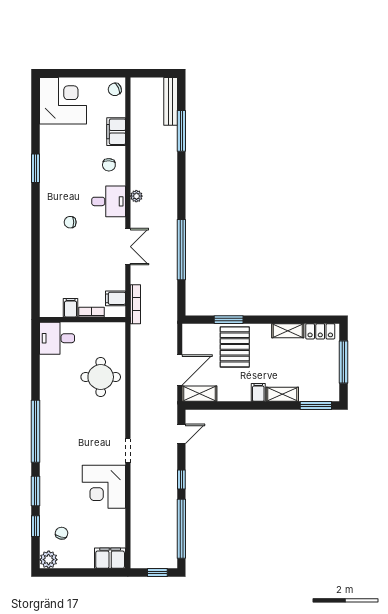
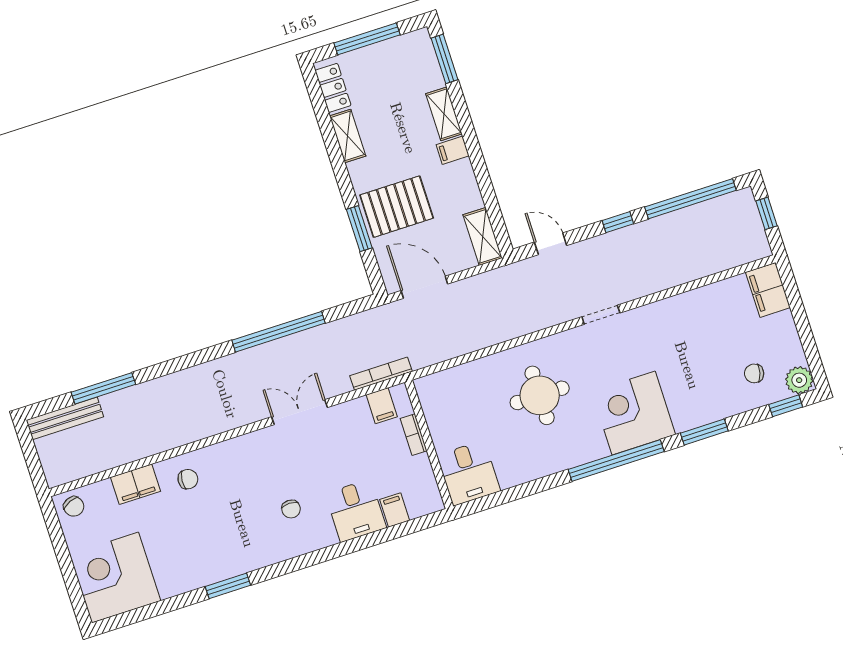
plant: (136, 196) -> (221, 424), removed
desk: (109, 201) -> (356, 511), moved, turned 180
filing cabinet: (71, 308) -> (395, 510), moved, turned 90
door: (180, 370) -> (424, 287), moved
round table: (101, 377) -> (540, 395), moved
corner desk: (104, 487) -> (634, 413), moved, turned 180
window: (36, 526) -> (786, 406), moved

